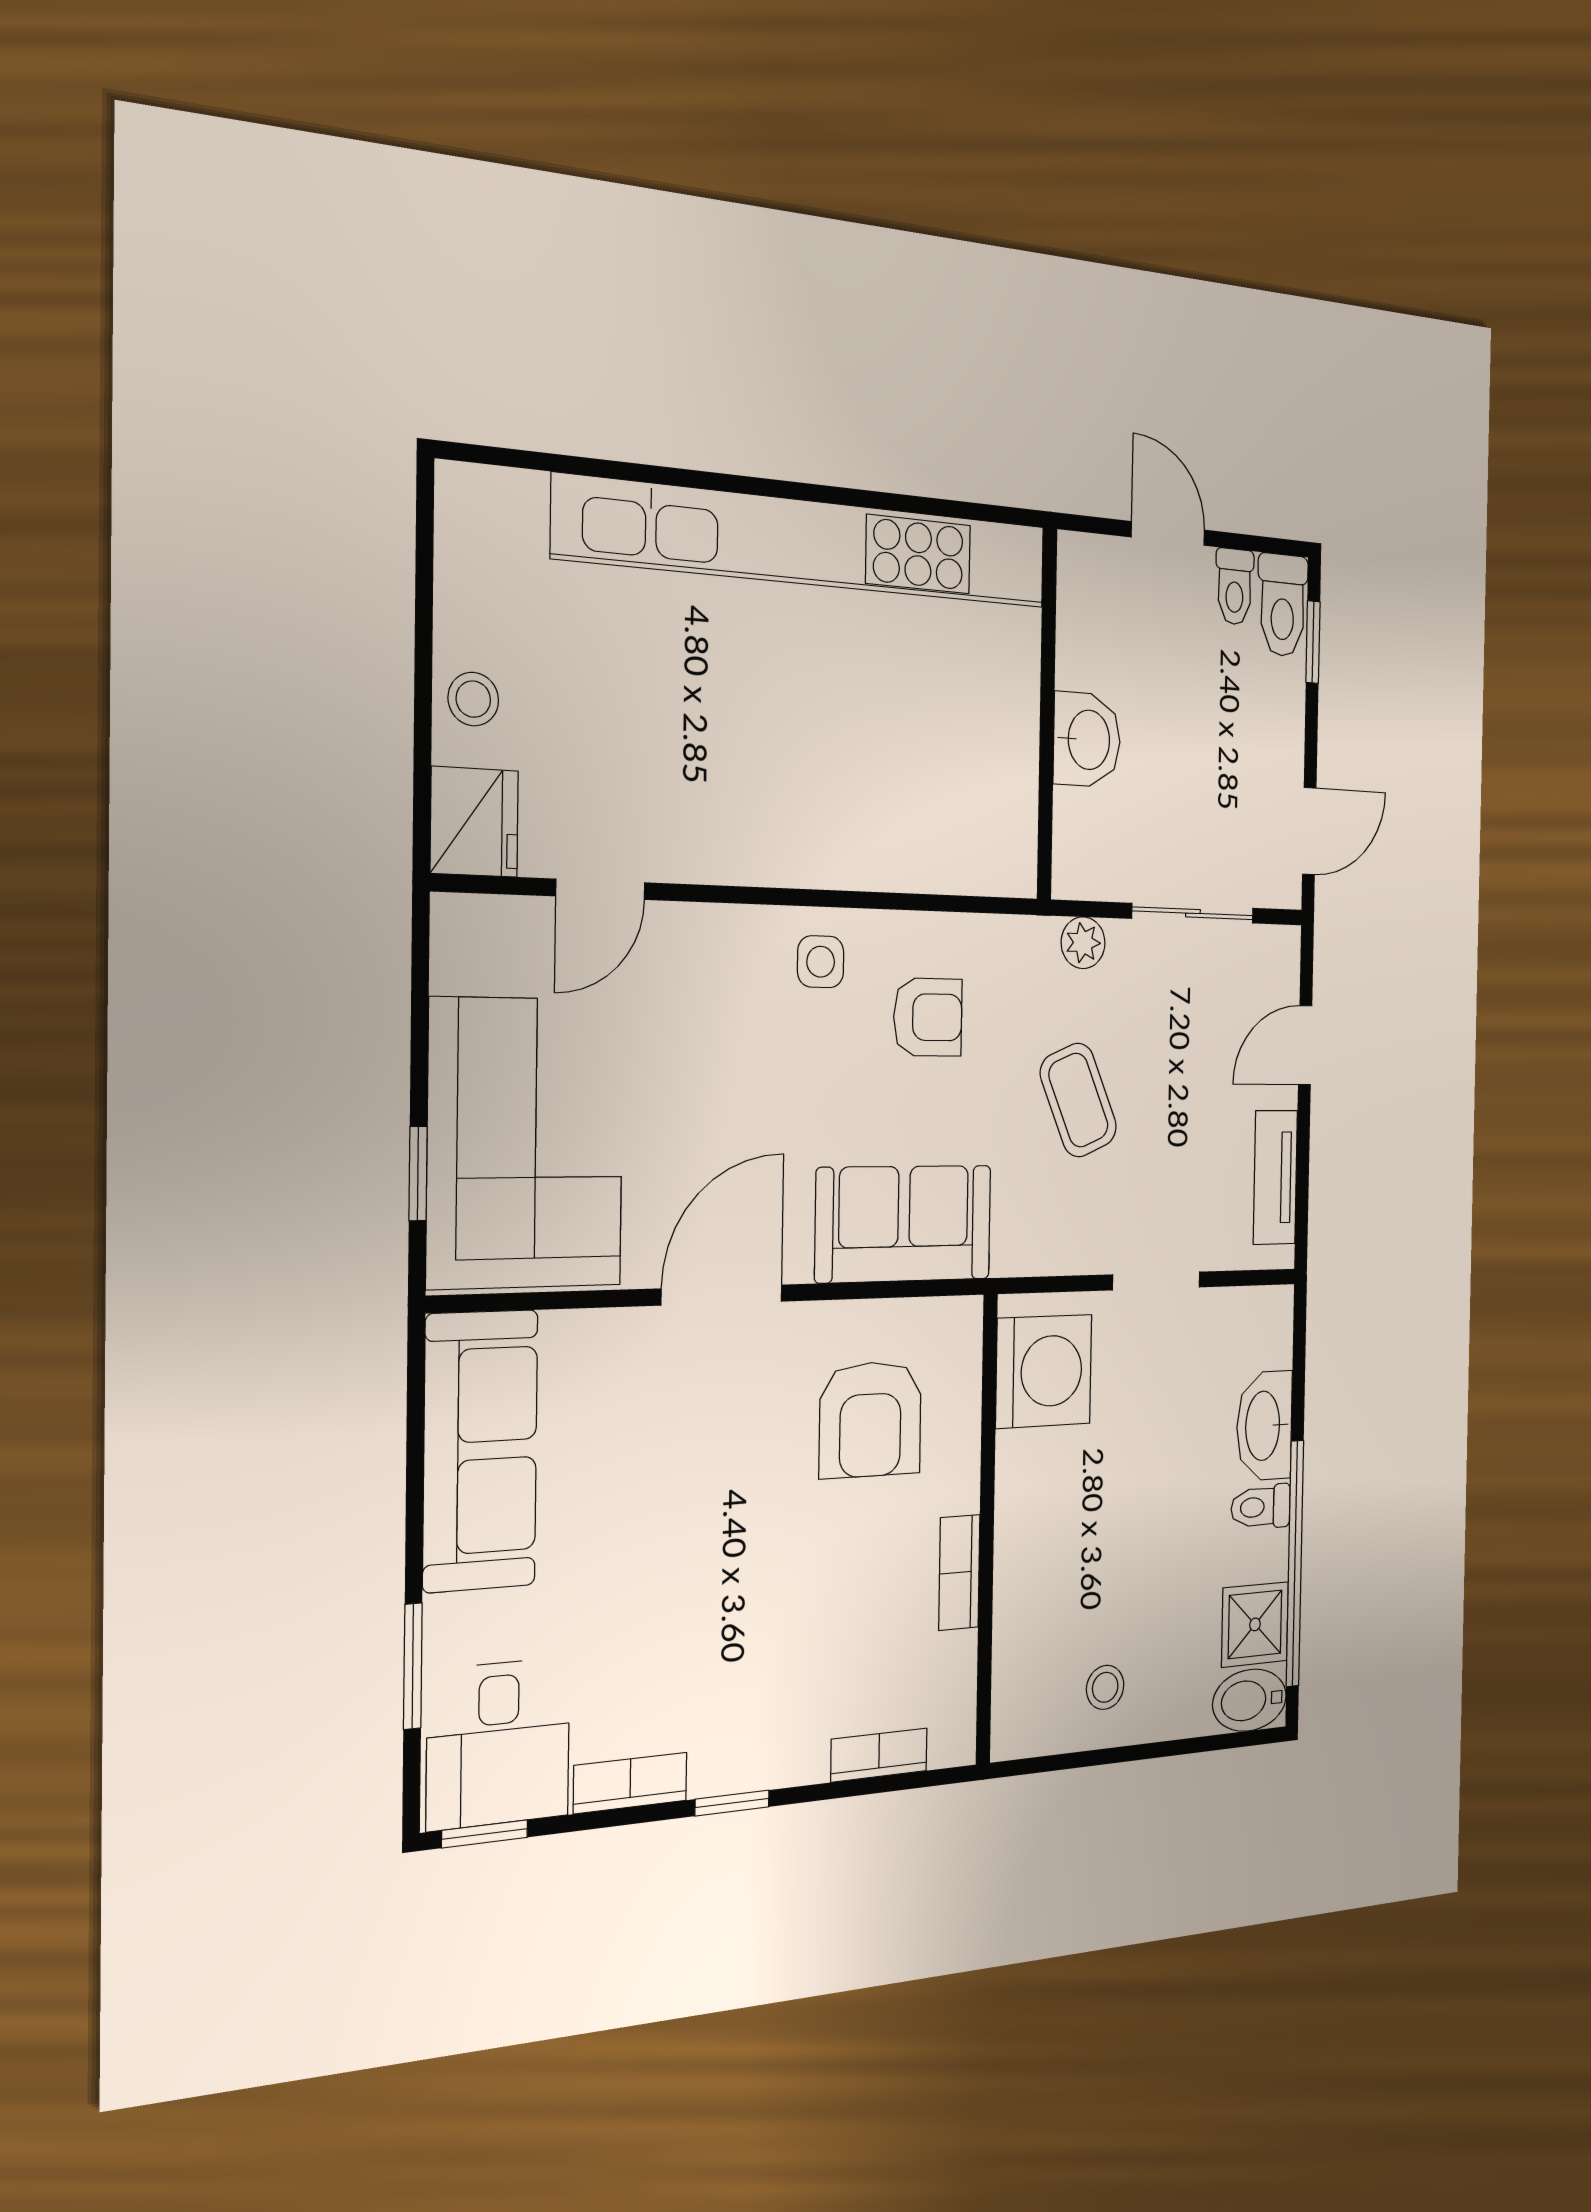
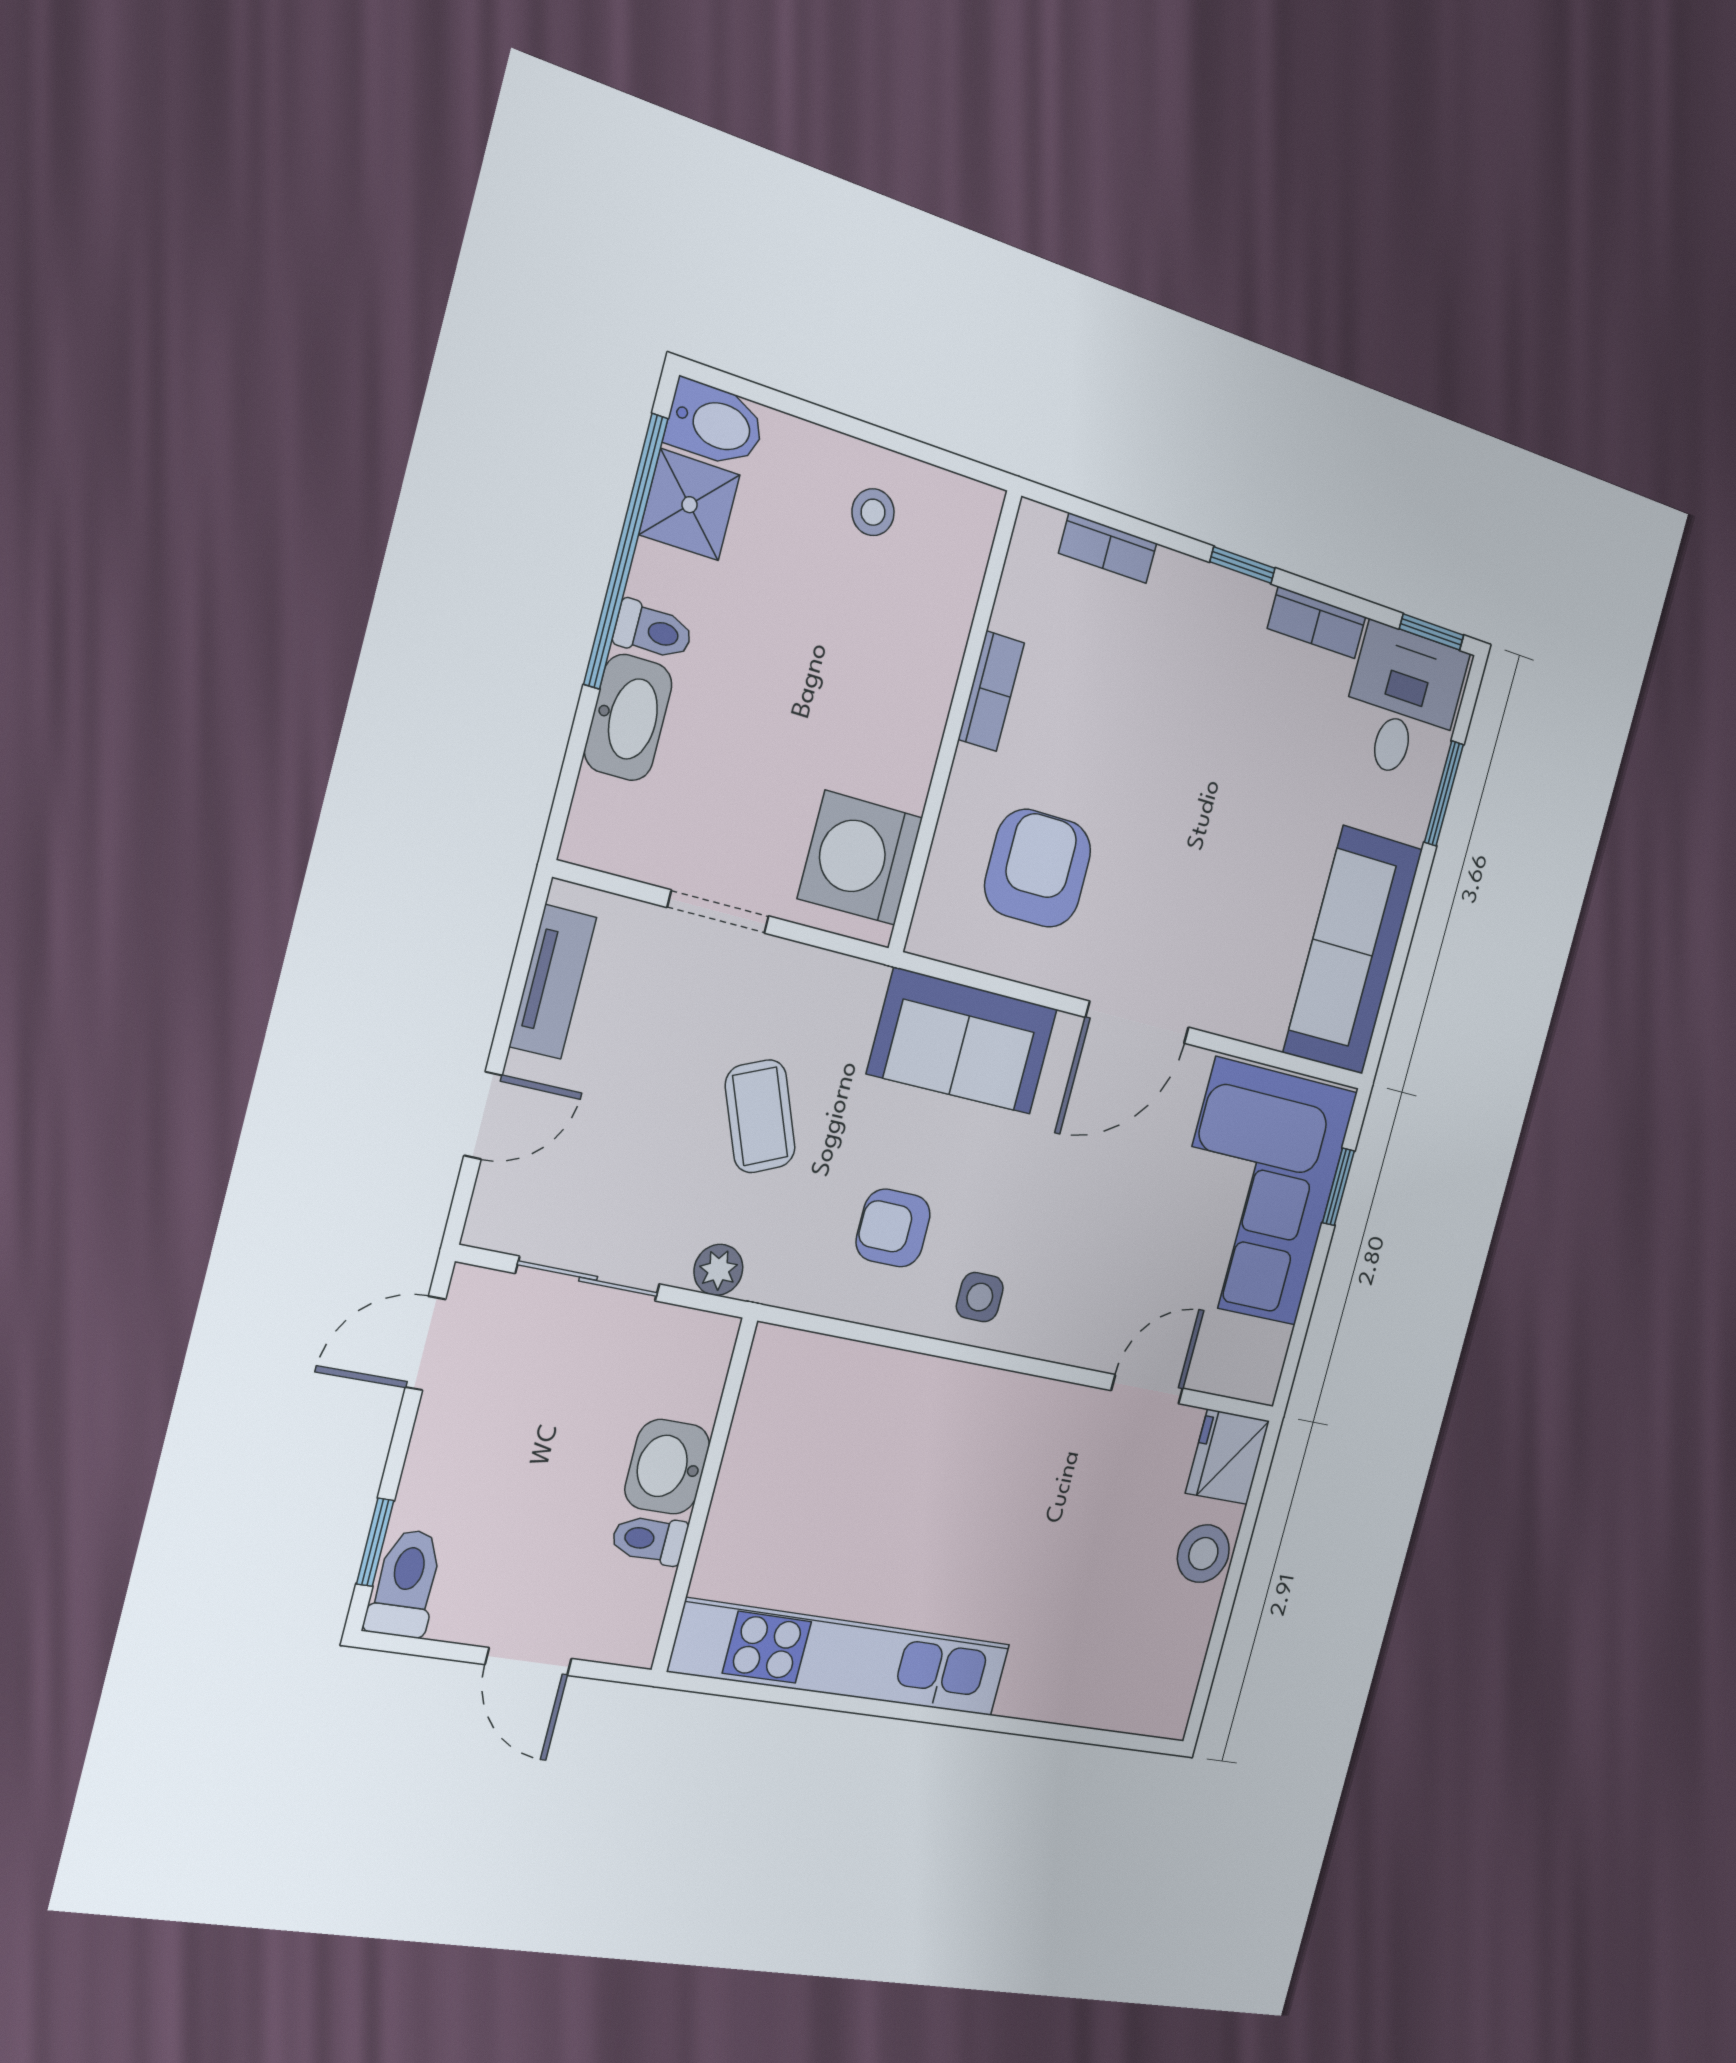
kitchen unit: (808, 542) -> (842, 1658), width x0.73
toilet: (1235, 587) -> (649, 1539), moved, turned -90
stool: (473, 699) -> (1203, 1554), width x1.37, depth x1.37

